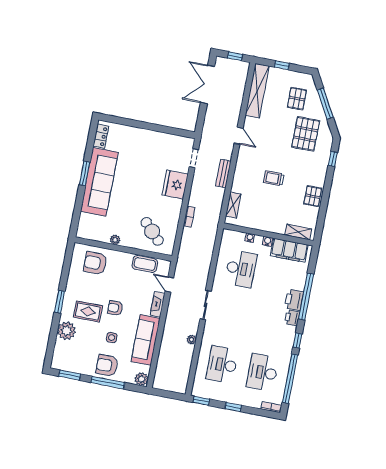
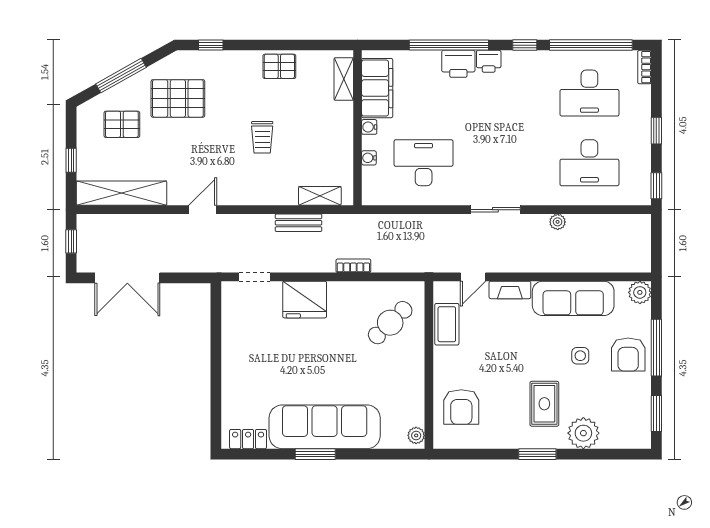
bench: (223, 174) -> (298, 223), moved
plant: (115, 240) -> (416, 435), moved
armchair: (115, 308) -> (530, 359), removed

